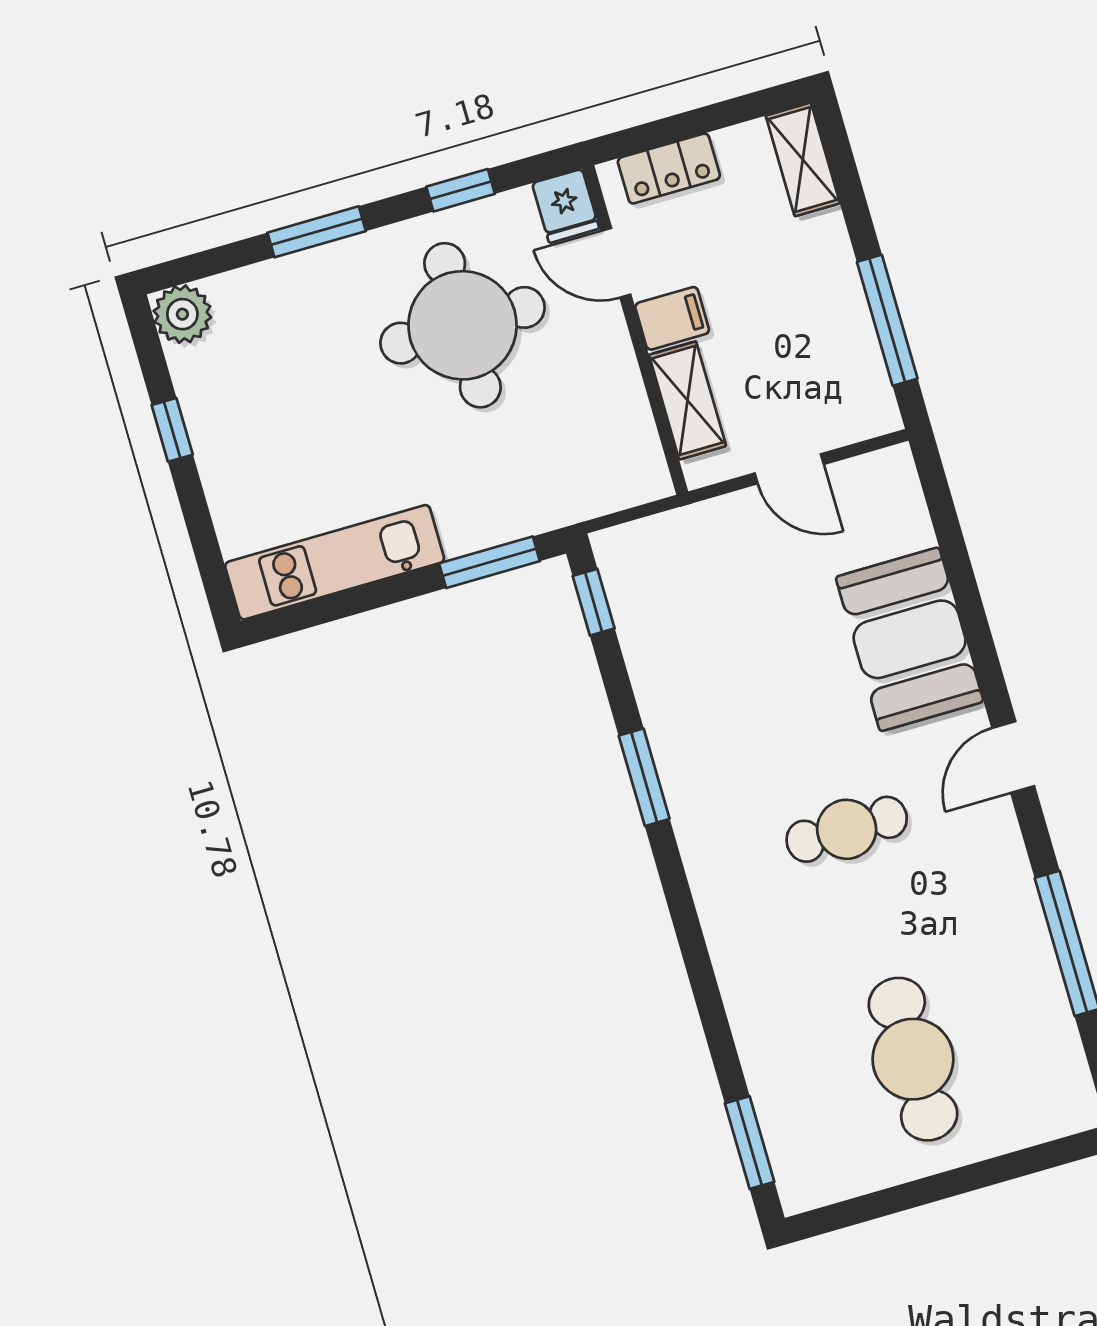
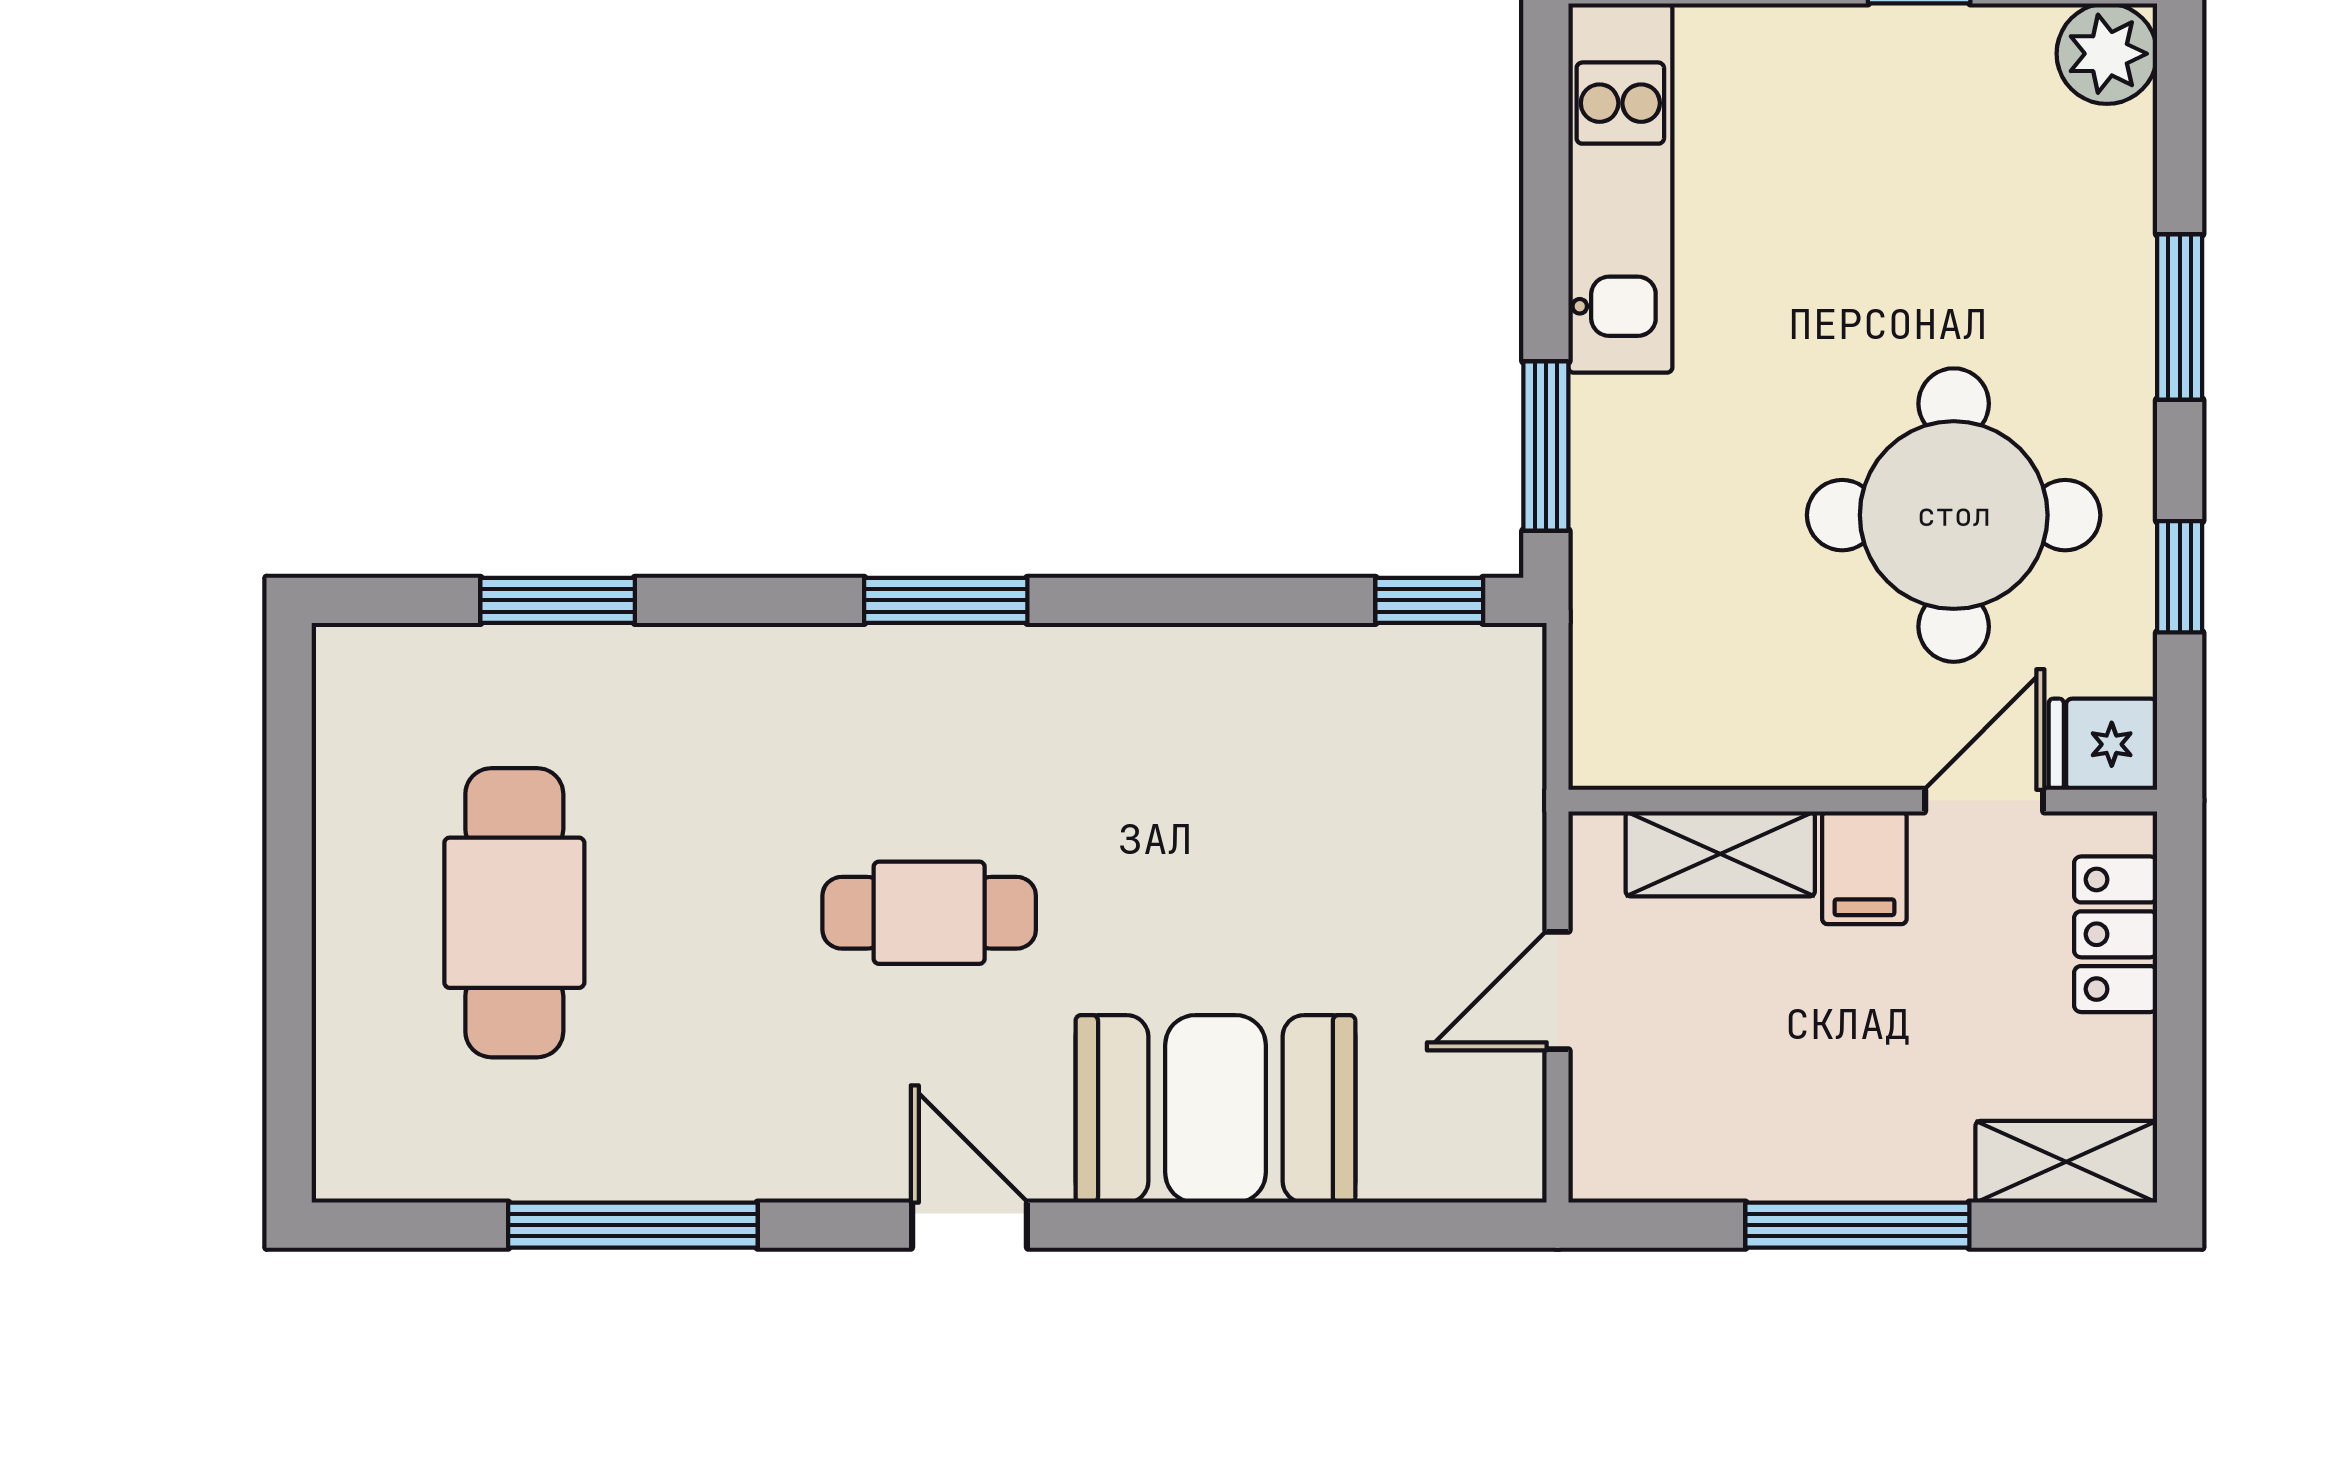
window: (887, 320) -> (1857, 1225), moved
window: (644, 777) -> (946, 600), moved
cafe table: (847, 829) -> (929, 913), turned 90
cafe table: (913, 1059) -> (514, 913), turned 90
window: (750, 1143) -> (558, 600), moved

